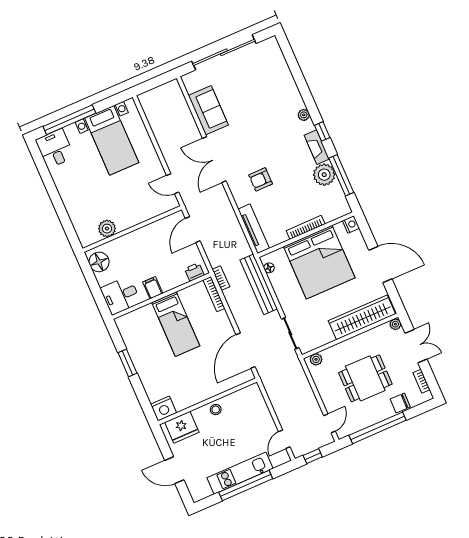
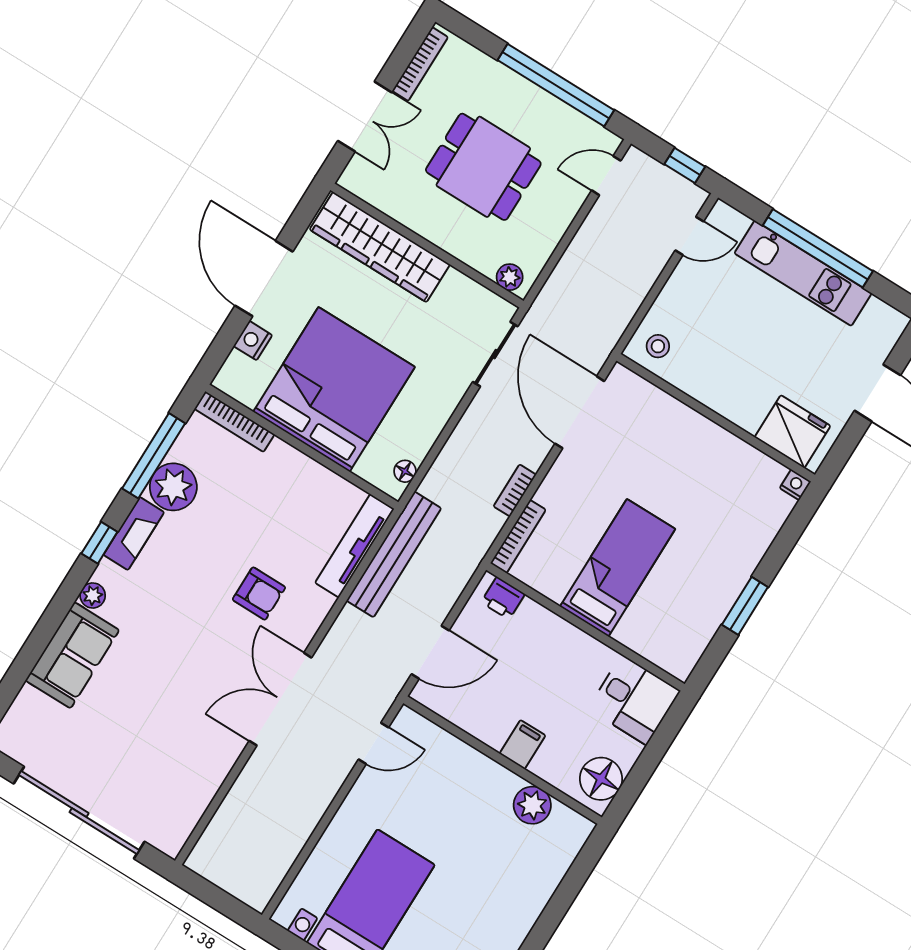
sofa: (208, 110) -> (72, 655), moved, turned 180
double door: (214, 160) -> (280, 699), swing flipped
door: (173, 184) -> (373, 743), hinge flipped
nightstand: (351, 224) -> (253, 341), moved
bookcase: (306, 227) -> (234, 422), moved
bookcase: (221, 278) -> (515, 490), moved
bench: (259, 284) -> (394, 554), moved
filing cabinet: (153, 288) -> (523, 745), moved, turned 180
plant: (395, 324) -> (351, 180), removed
double door: (416, 346) -> (365, 117), swing flipped
door: (246, 351) -> (580, 412), swing flipped
bookcase: (422, 381) -> (420, 64), width x1.56
chair: (400, 403) -> (484, 75), removed
nightstand: (164, 409) -> (795, 485), width x0.53, depth x0.56
stool: (216, 410) -> (658, 346), moved

